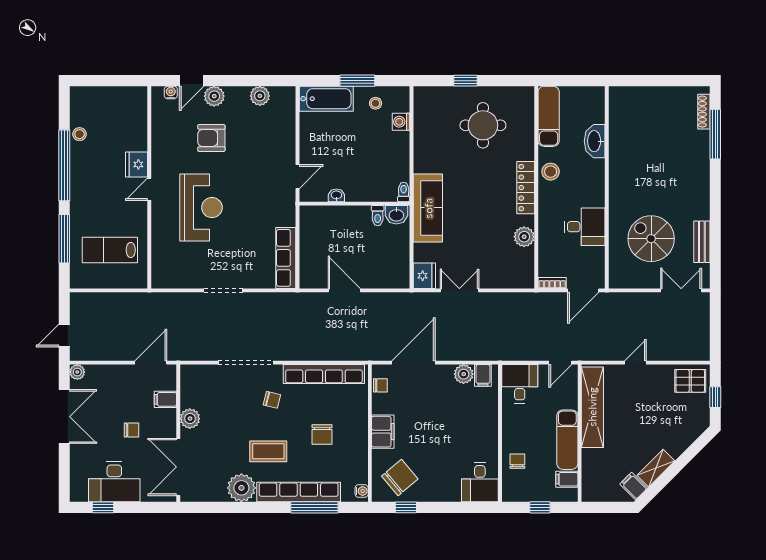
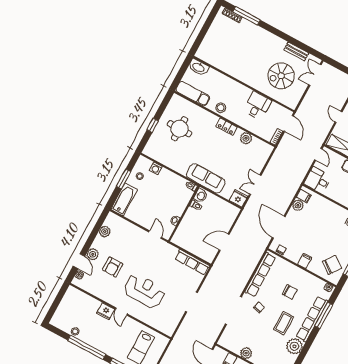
washbasin: (595, 141) -> (199, 67), moved
locker: (526, 188) -> (227, 127), width x0.66
filing cabinet: (383, 432) -> (305, 261), width x0.50
chair: (400, 478) -> (332, 265), turned 76

